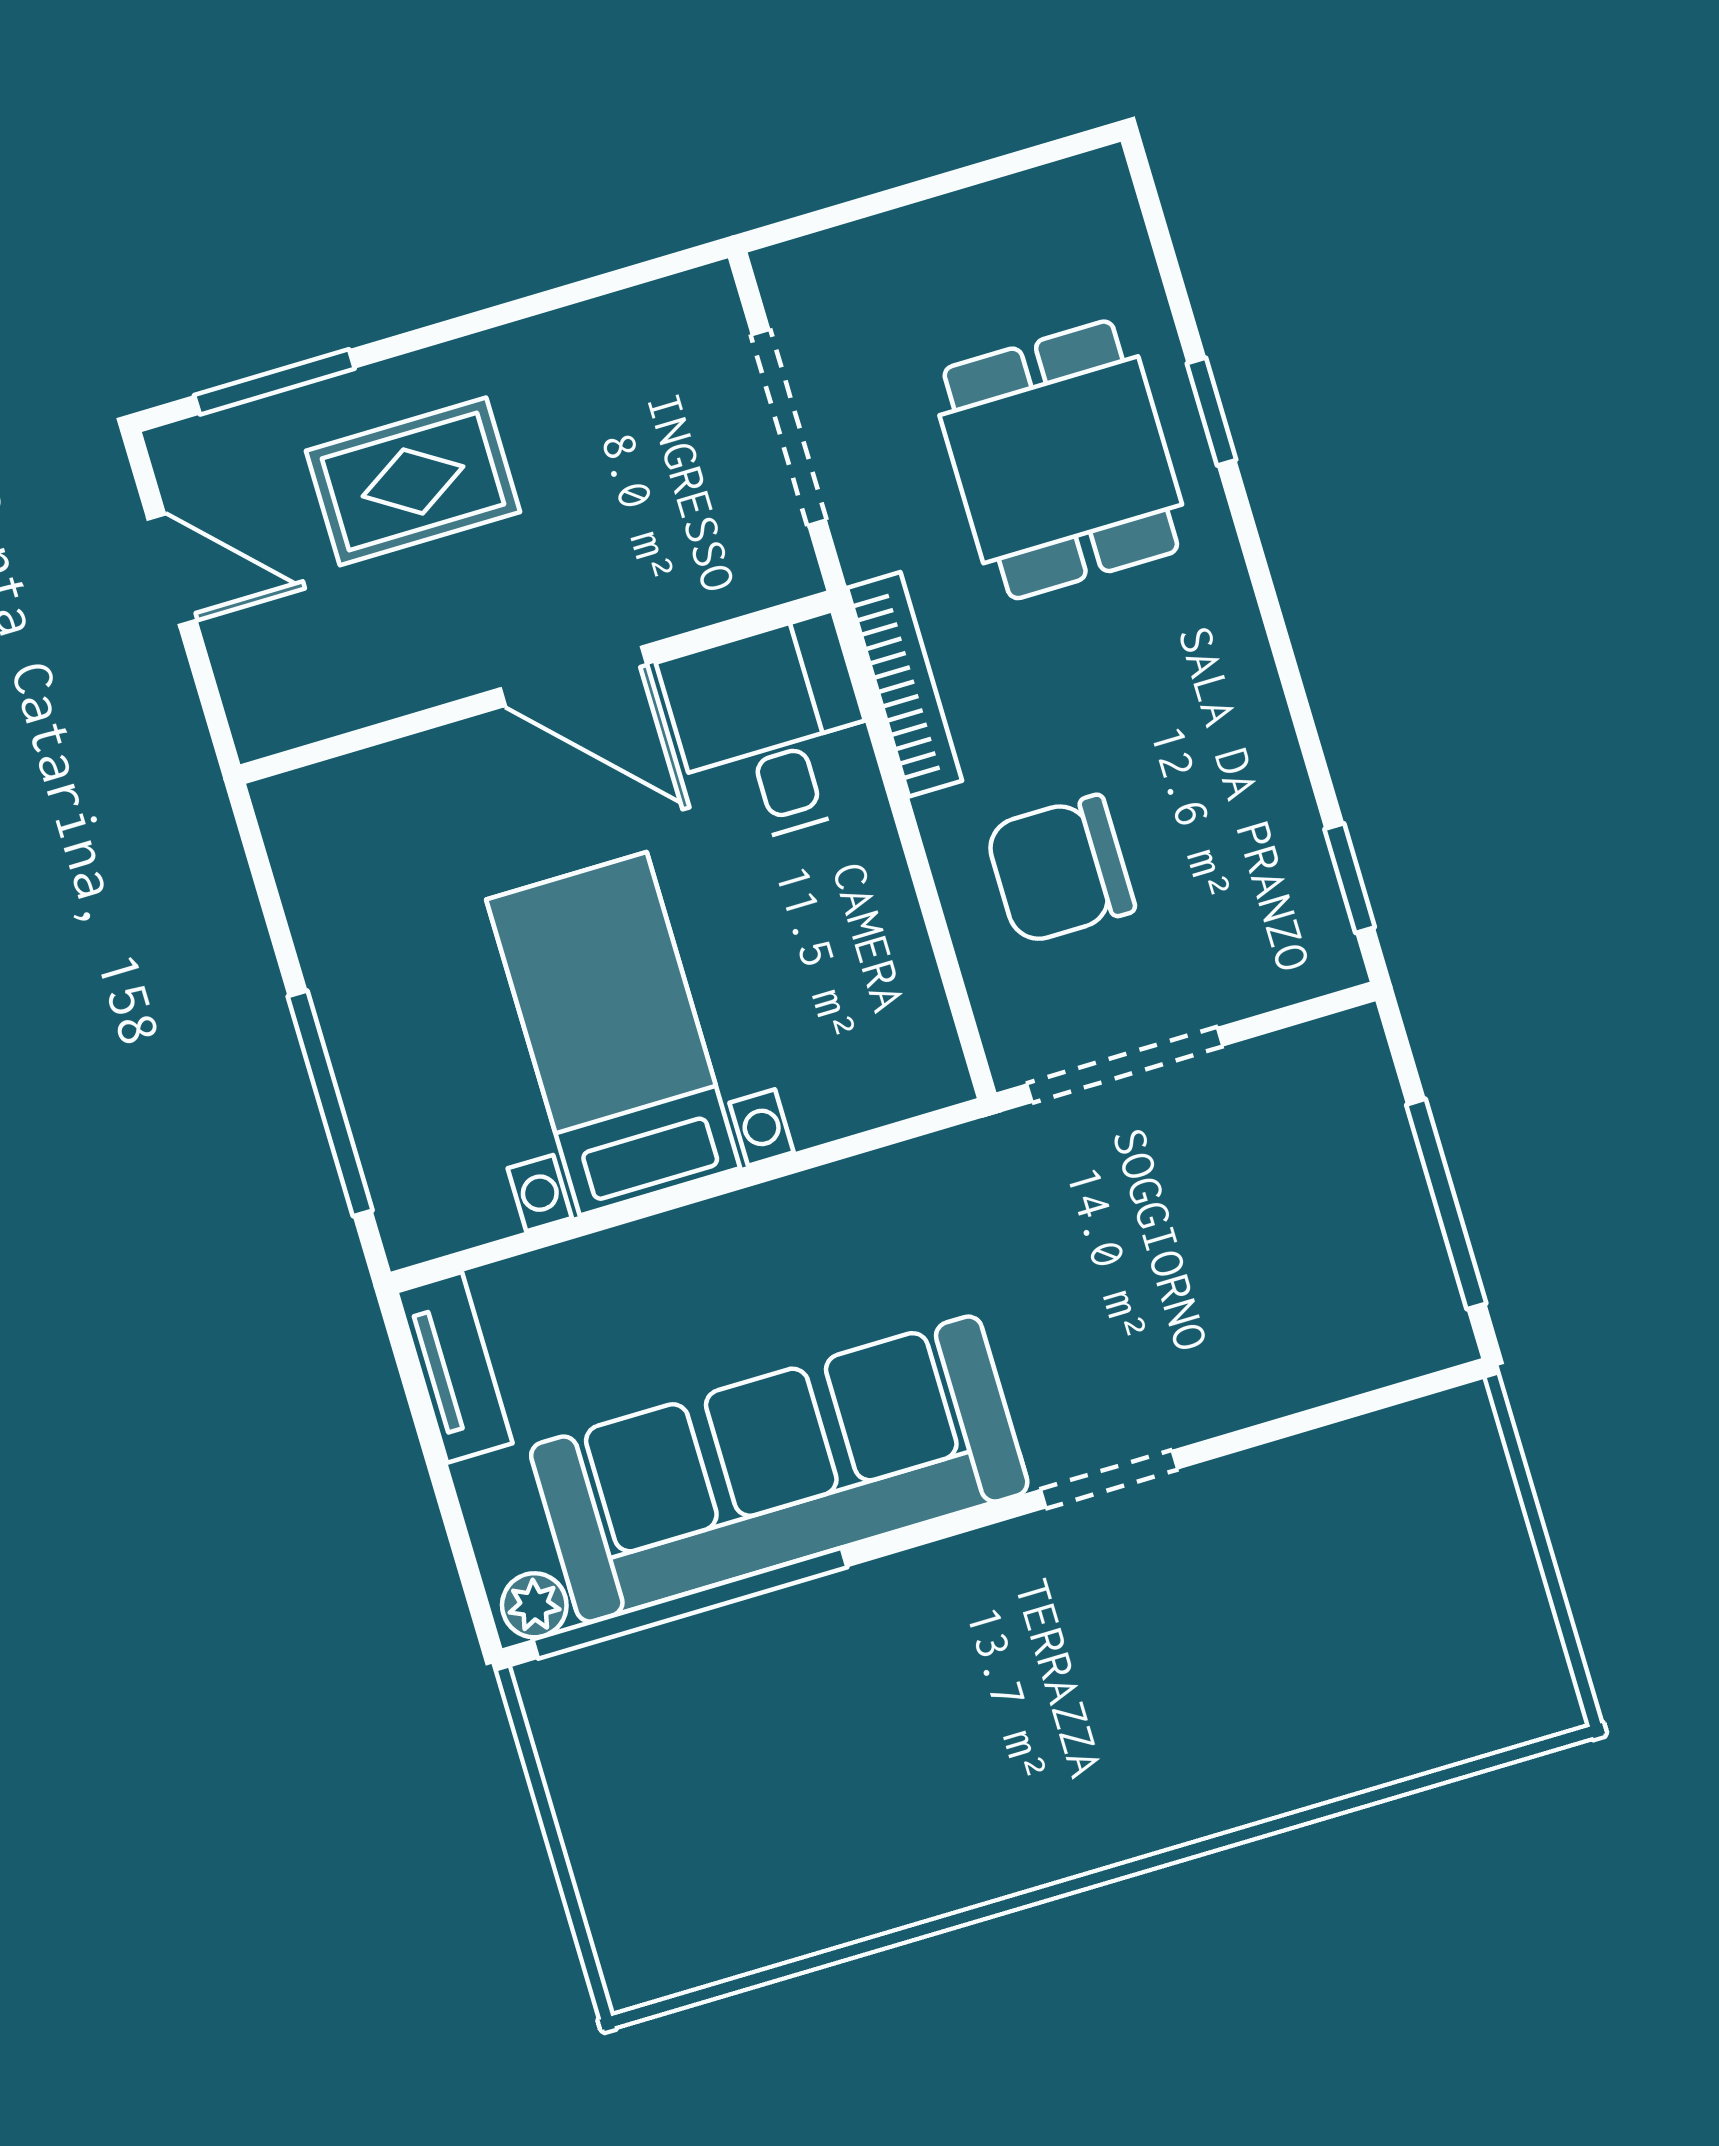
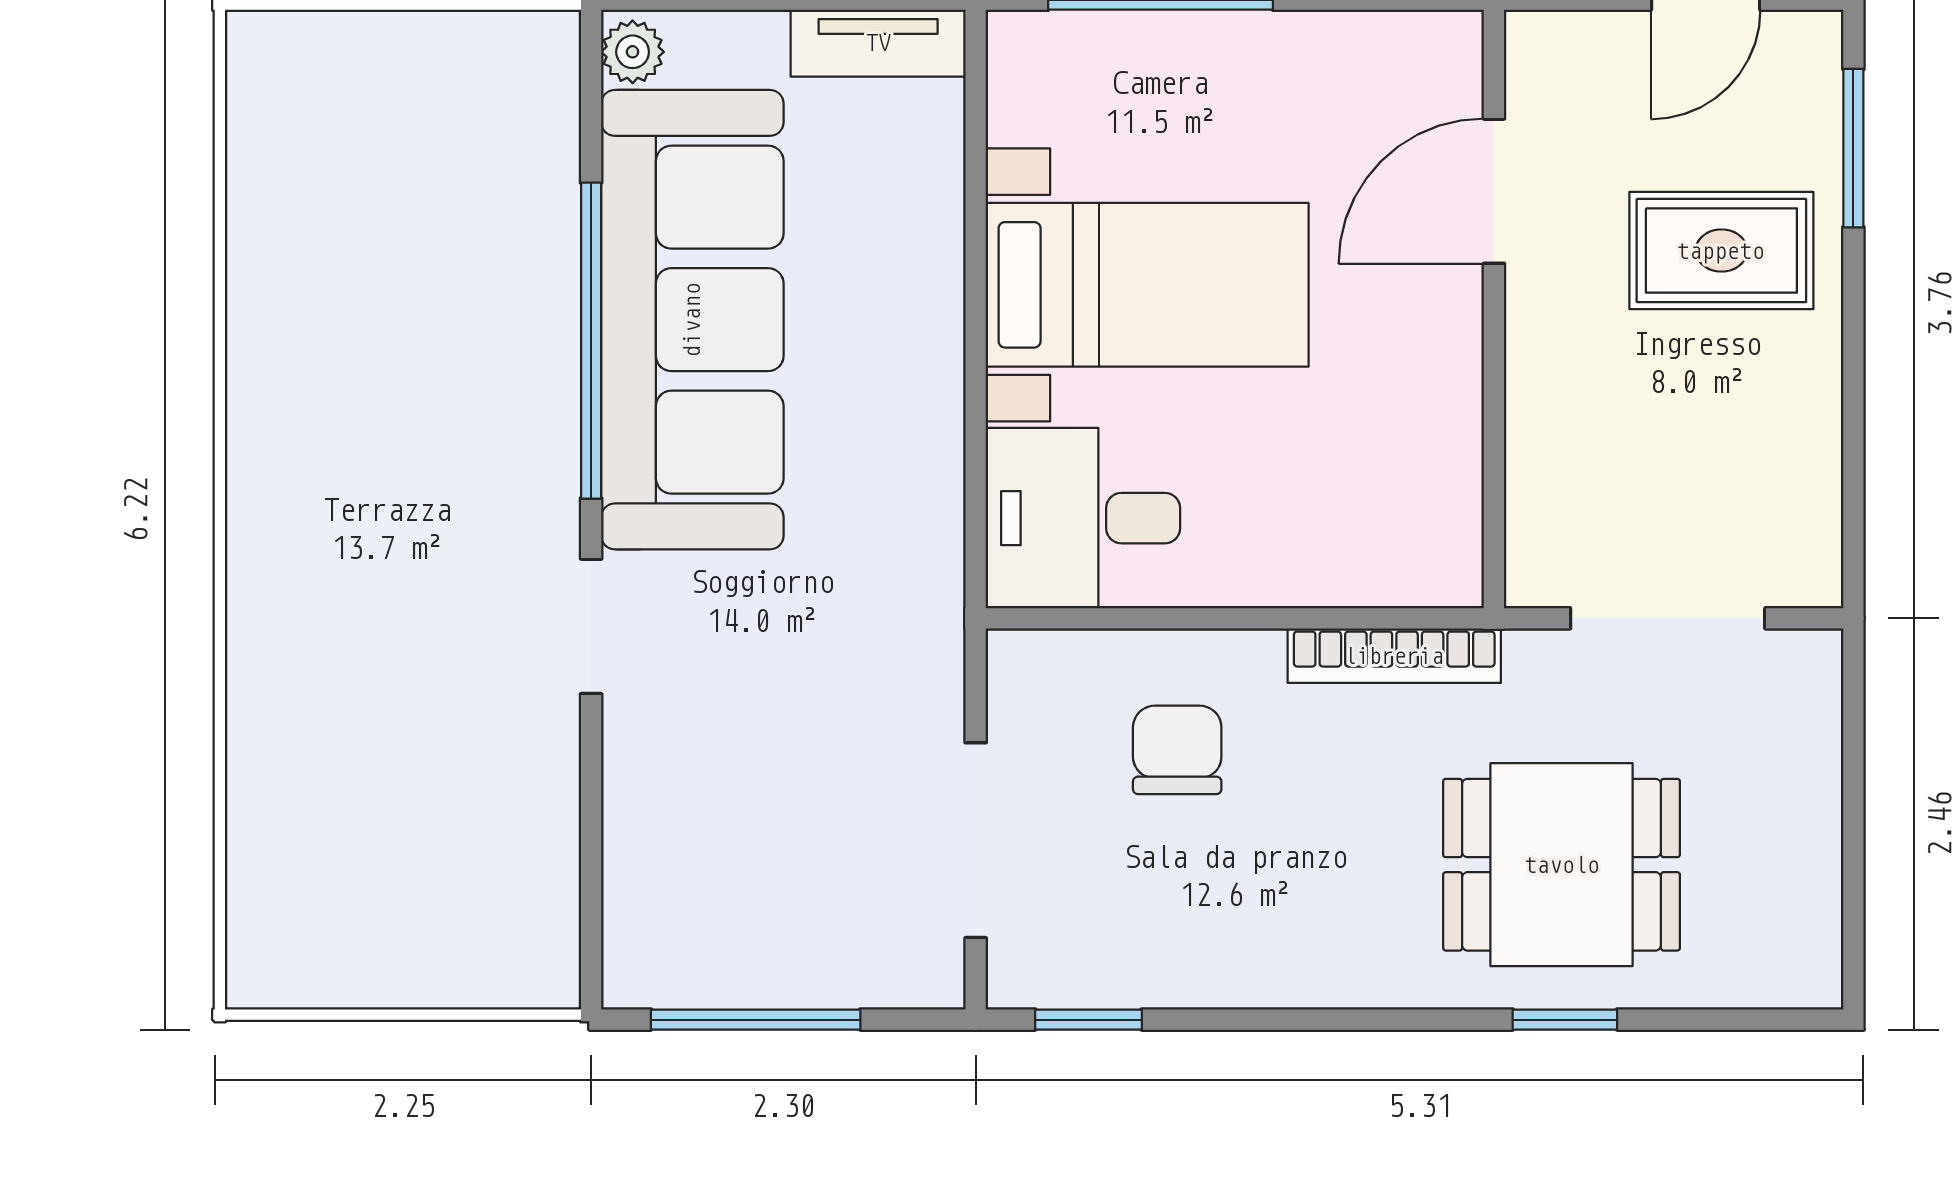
rug: (413, 481) -> (1721, 251), turned 90
door: (573, 676) -> (1494, 191), moved
desk: (772, 732) -> (1083, 518), moved, turned 180
chair: (1060, 869) -> (1177, 750), width x0.73, depth x0.73
doorway: (1125, 1065) -> (976, 840), moved
window: (690, 1603) -> (591, 341), moved

